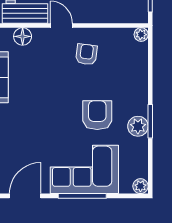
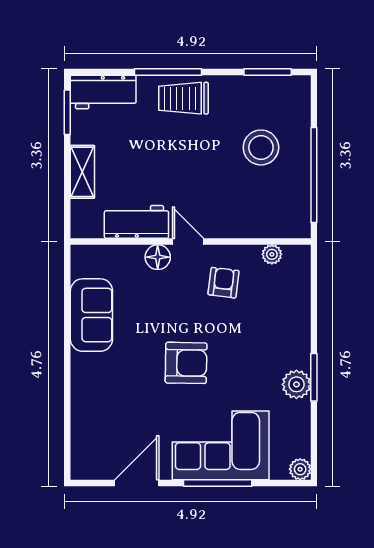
plant: (141, 35) -> (272, 254), moved
floor lamp: (23, 36) -> (158, 257), moved
armchair: (97, 115) -> (186, 363), moved, turned 91

